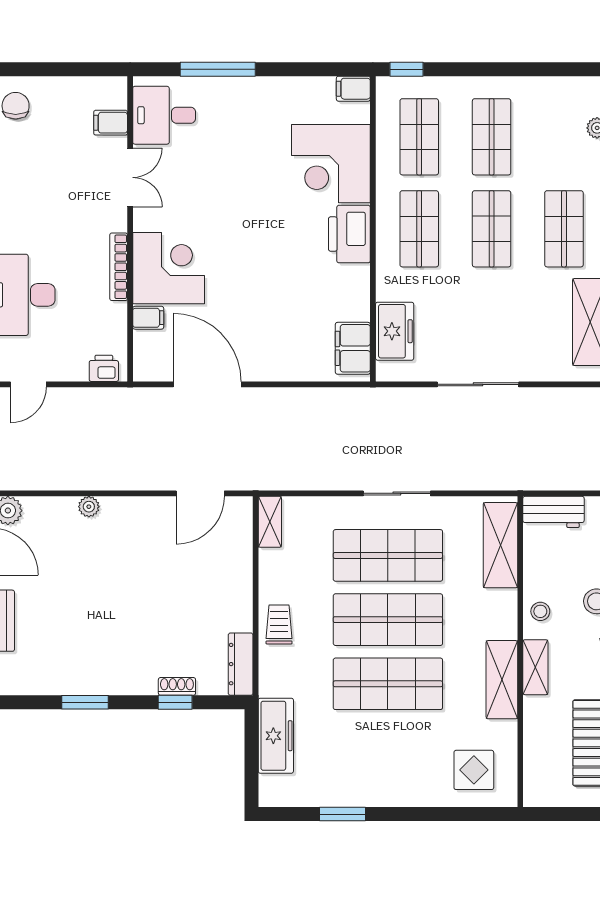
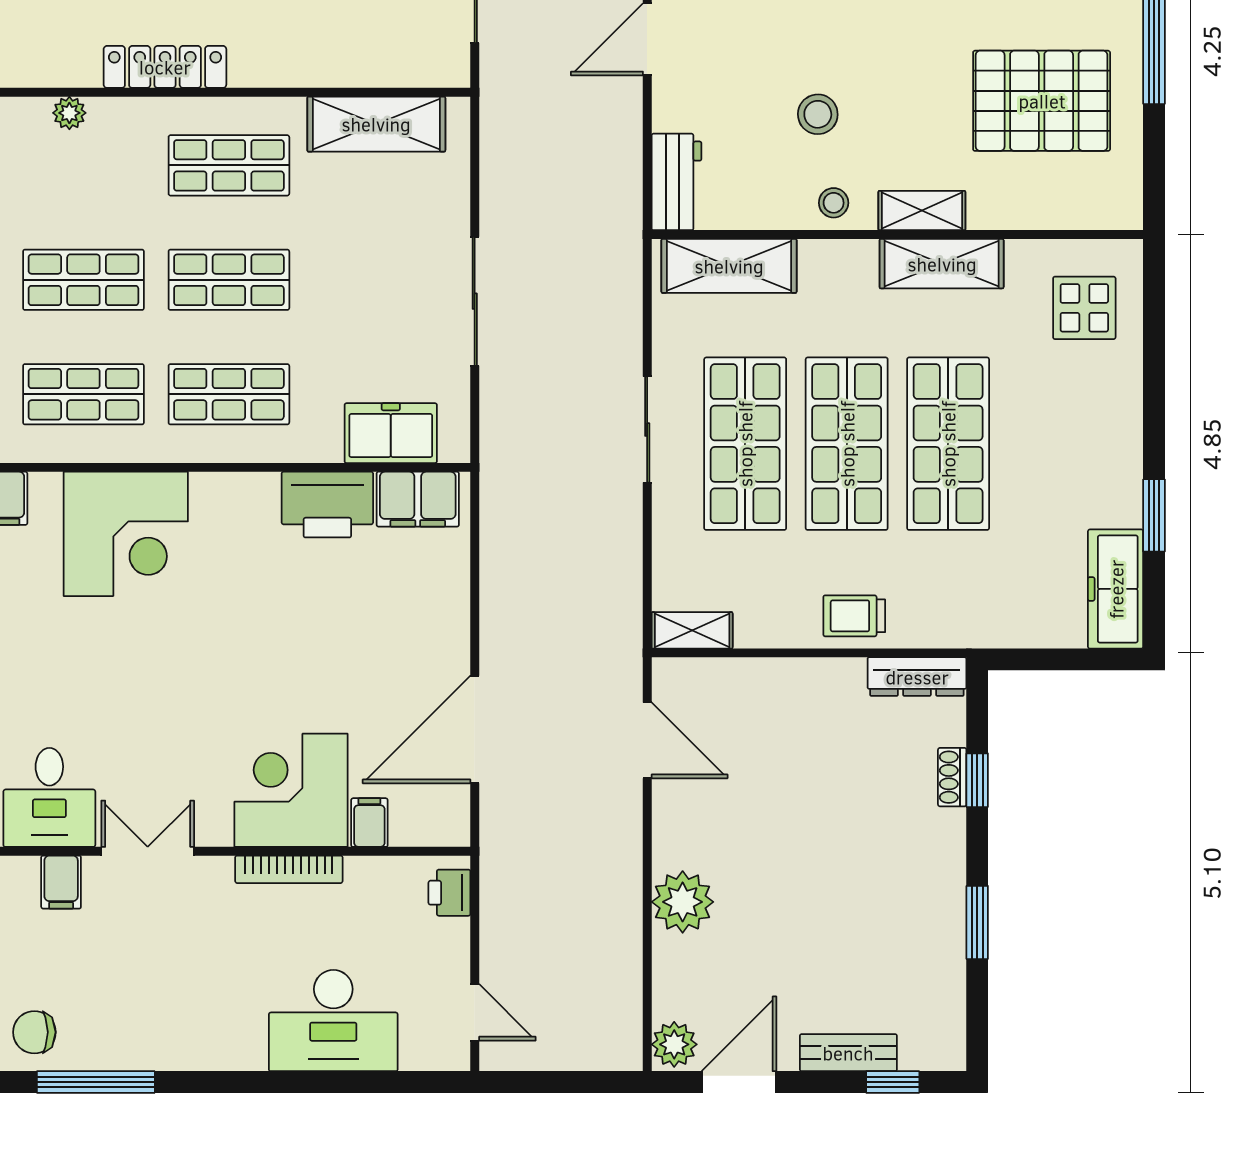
printer: (349, 234) -> (327, 505), moved
plant: (89, 507) -> (683, 902), width x1.88, depth x1.88
freezer: (276, 736) -> (1116, 589), moved, turned -90

